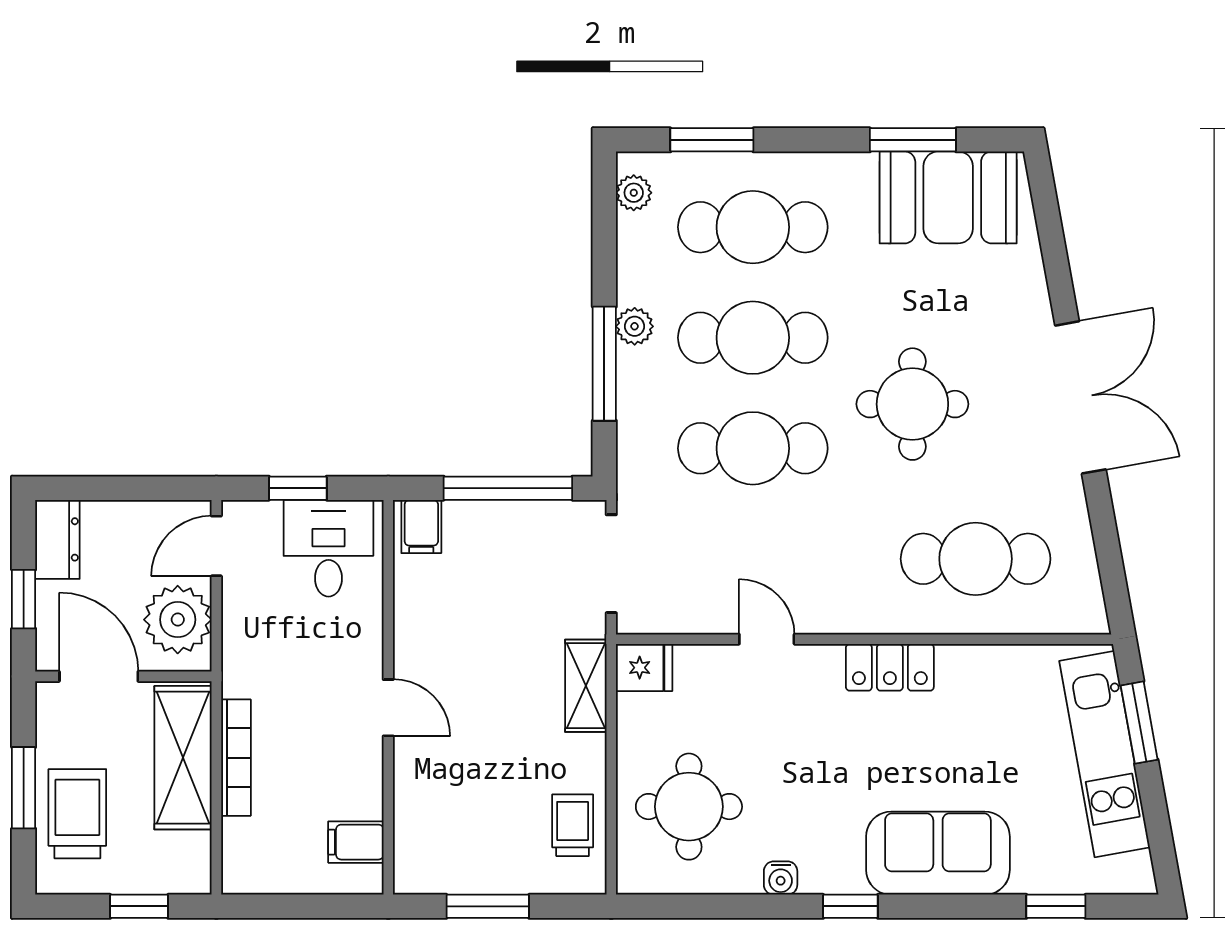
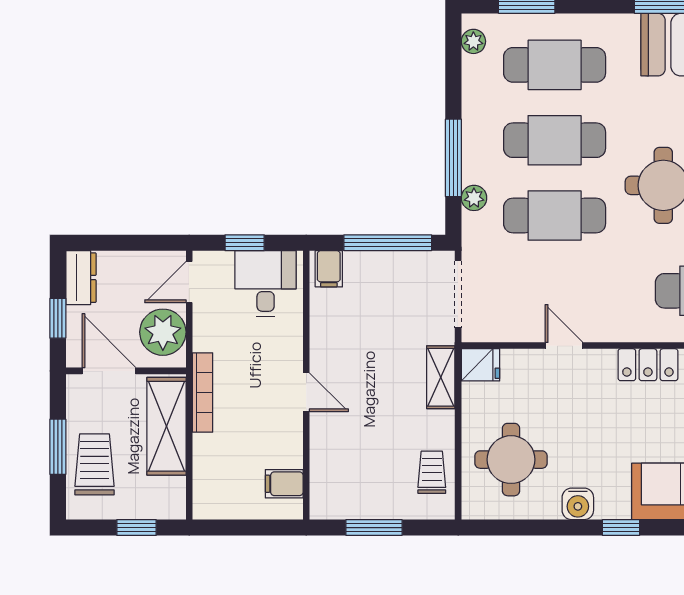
plant: (635, 326) -> (474, 198), moved
bookcase: (236, 758) -> (202, 393), moved
water cooler: (781, 878) -> (578, 504), width x1.38, depth x1.38

